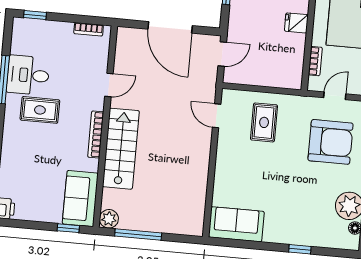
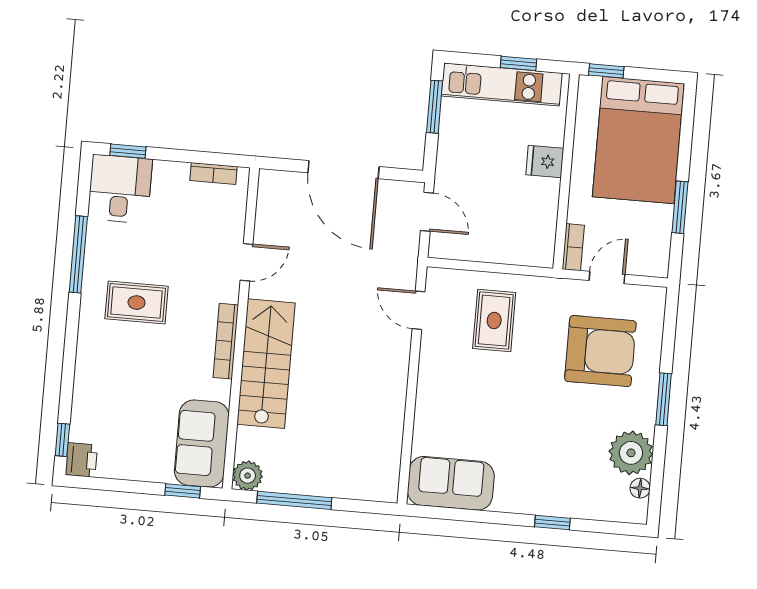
door: (222, 54) -> (427, 212), hinge flipped
bookcase: (315, 61) -> (573, 247), moved
desk: (28, 75) -> (120, 189), moved, turned 90

